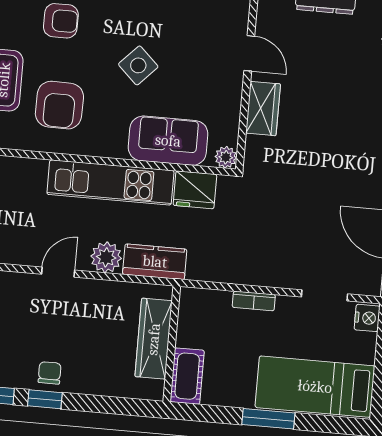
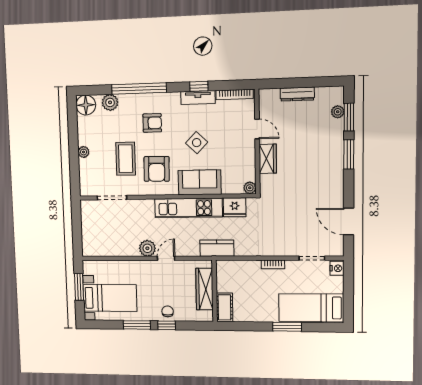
sofa: (168, 141) -> (200, 182), moved
plant: (106, 257) -> (147, 248), moved
wardrobe: (154, 339) -> (204, 289), moved
wall: (172, 344) -> (214, 291), moved
cot: (187, 376) -> (224, 307), moved

